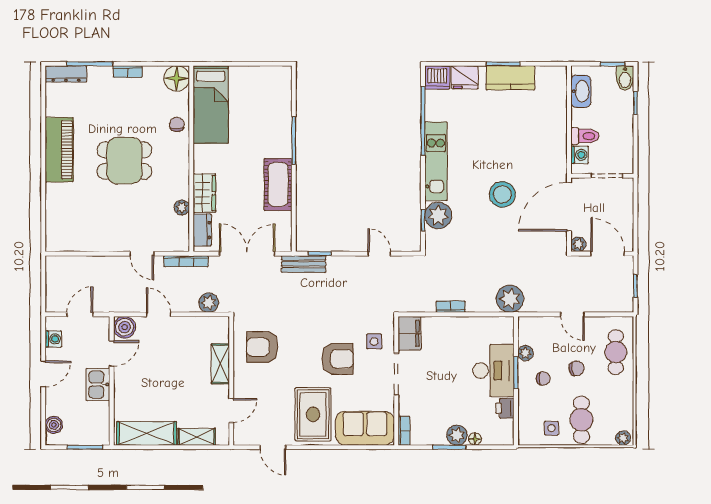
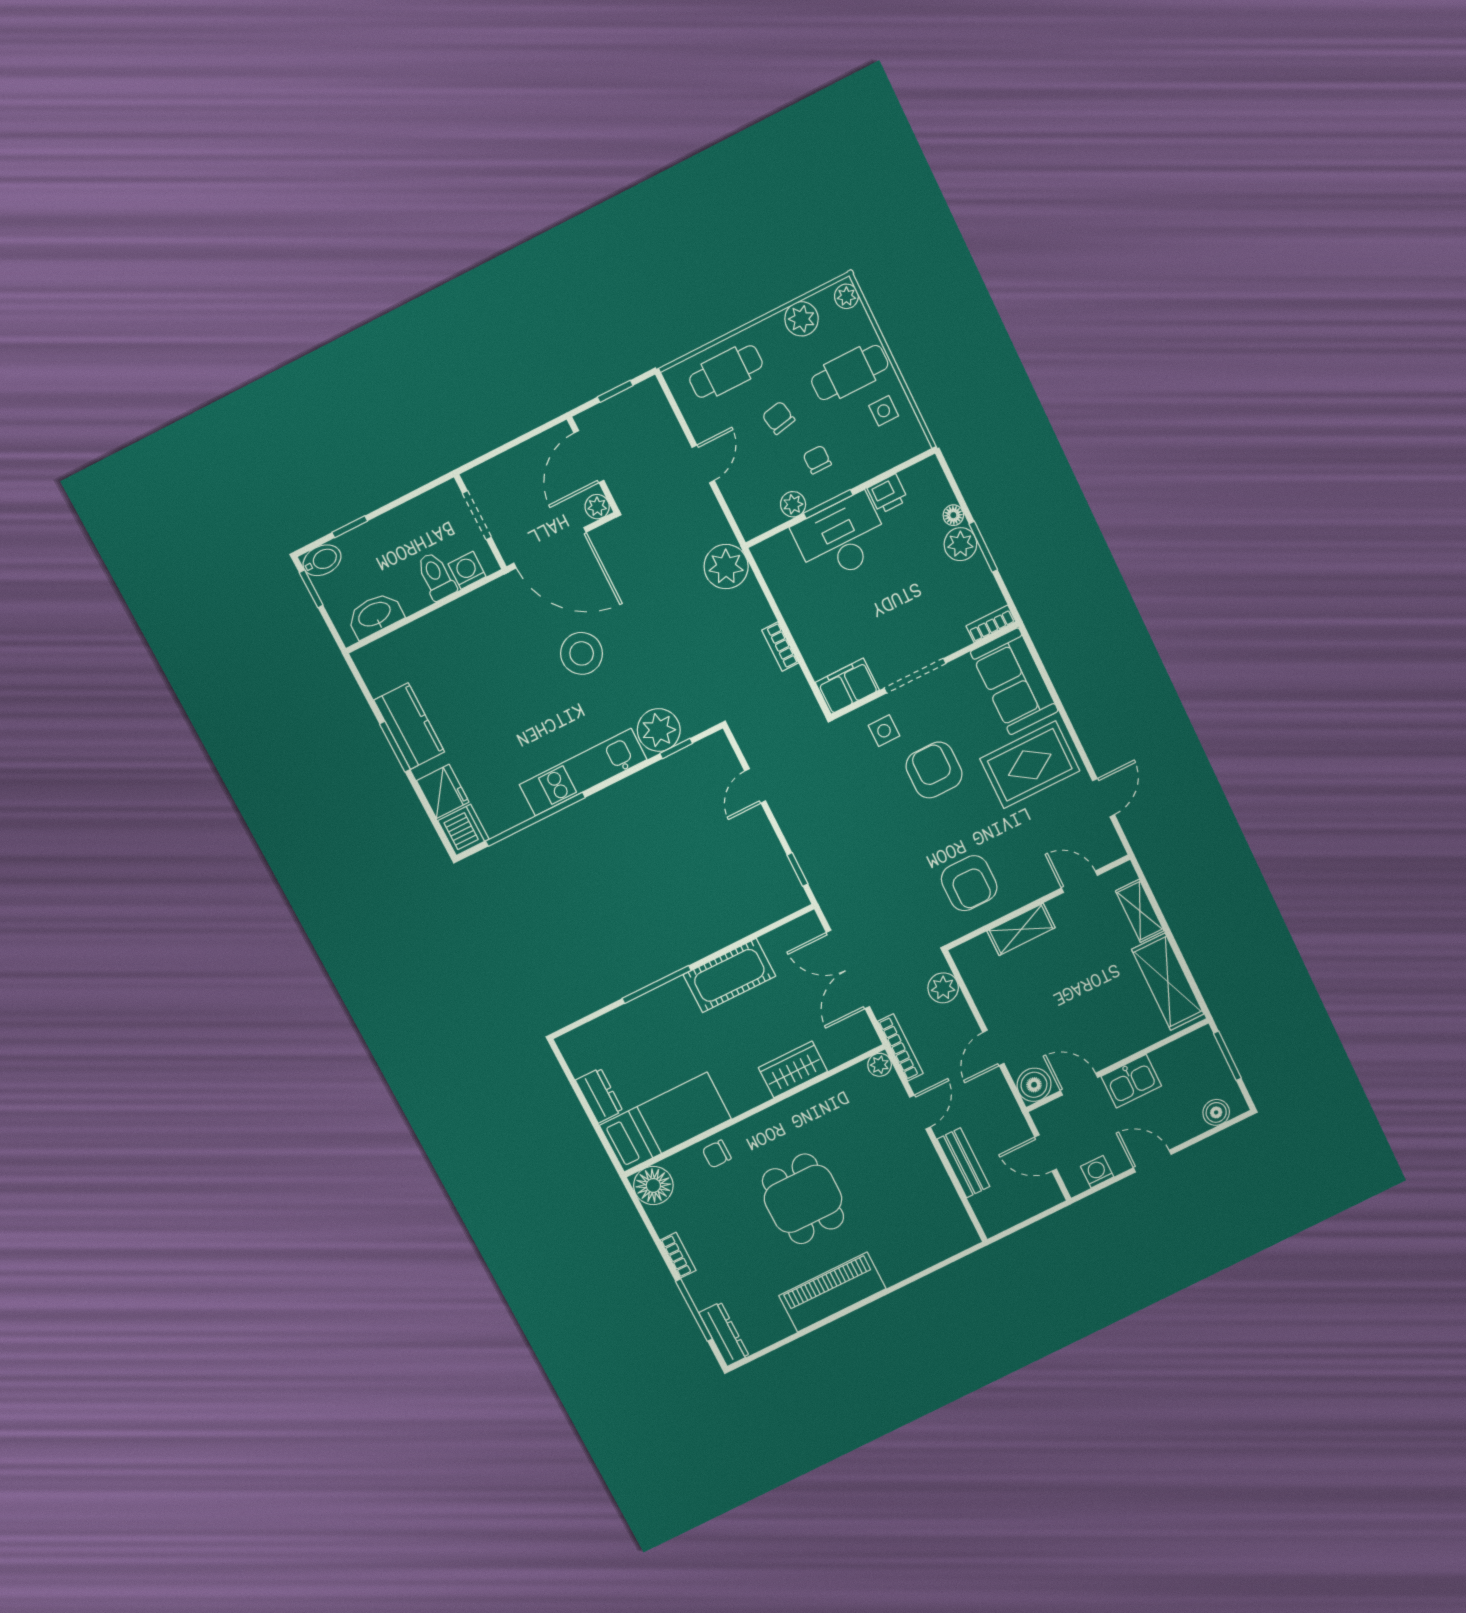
plant: (182, 207) -> (880, 1065), moved
dresser: (202, 230) -> (599, 1096), moved, turned 90
bench: (304, 264) -> (963, 1163), moved
plant: (623, 408) -> (802, 319), added

